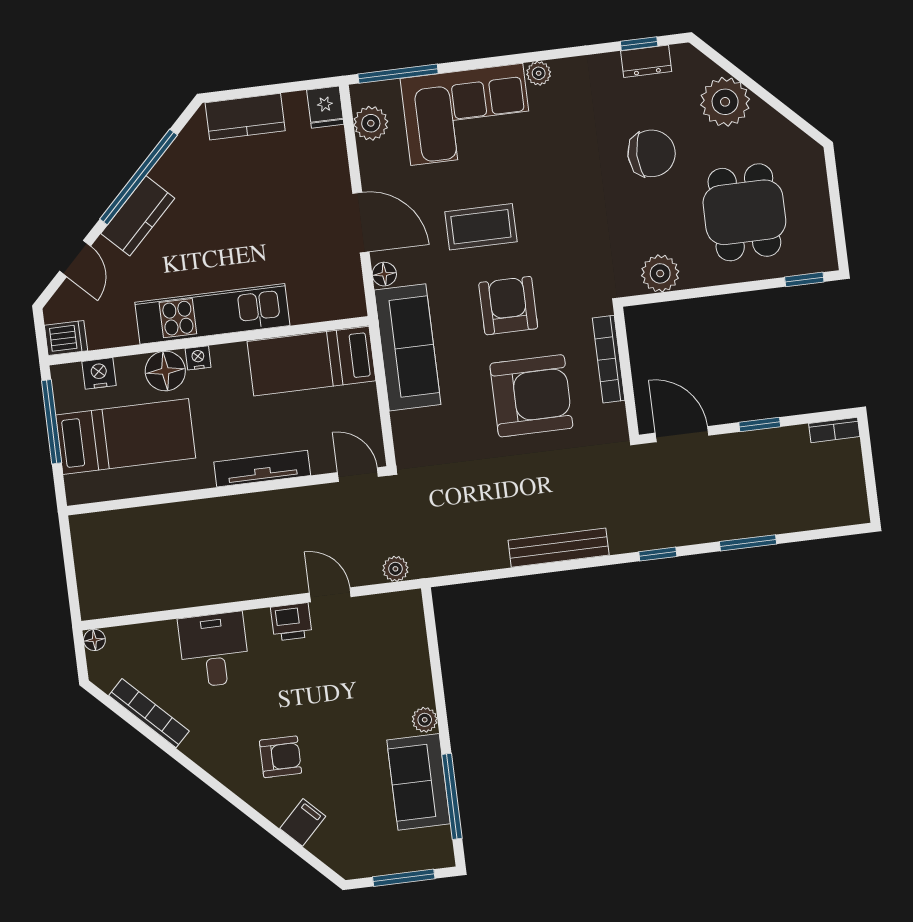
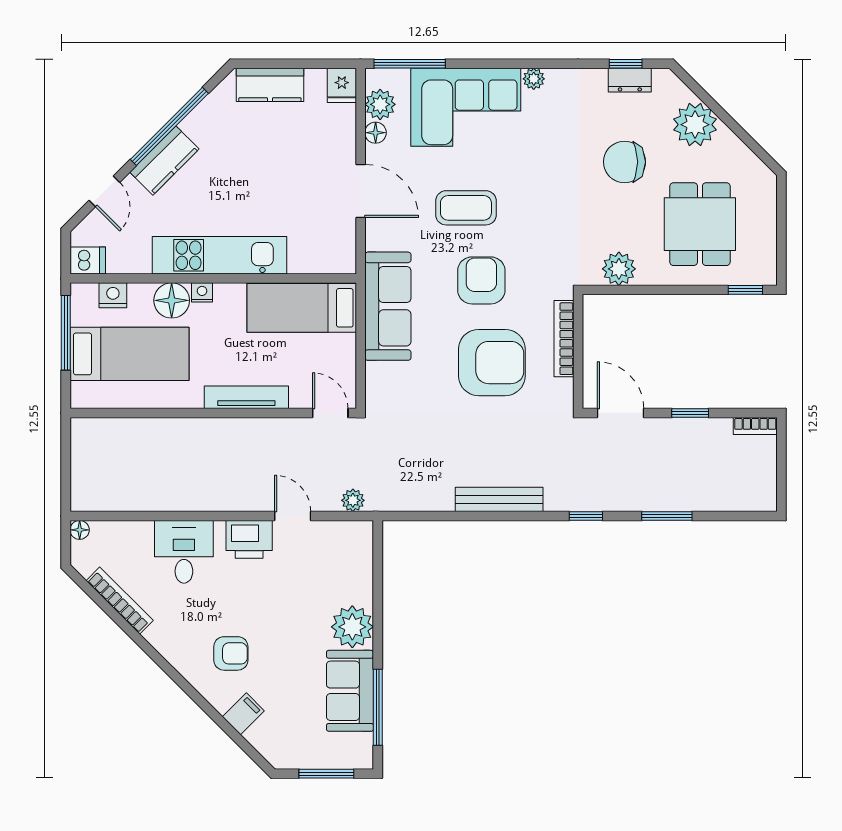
chair: (652, 153) -> (624, 162), turned 180
floor lamp: (384, 274) -> (376, 133), moved
printer: (291, 622) -> (249, 539), width x1.36, depth x1.24
plant: (425, 720) -> (352, 627), width x1.87, depth x1.87

